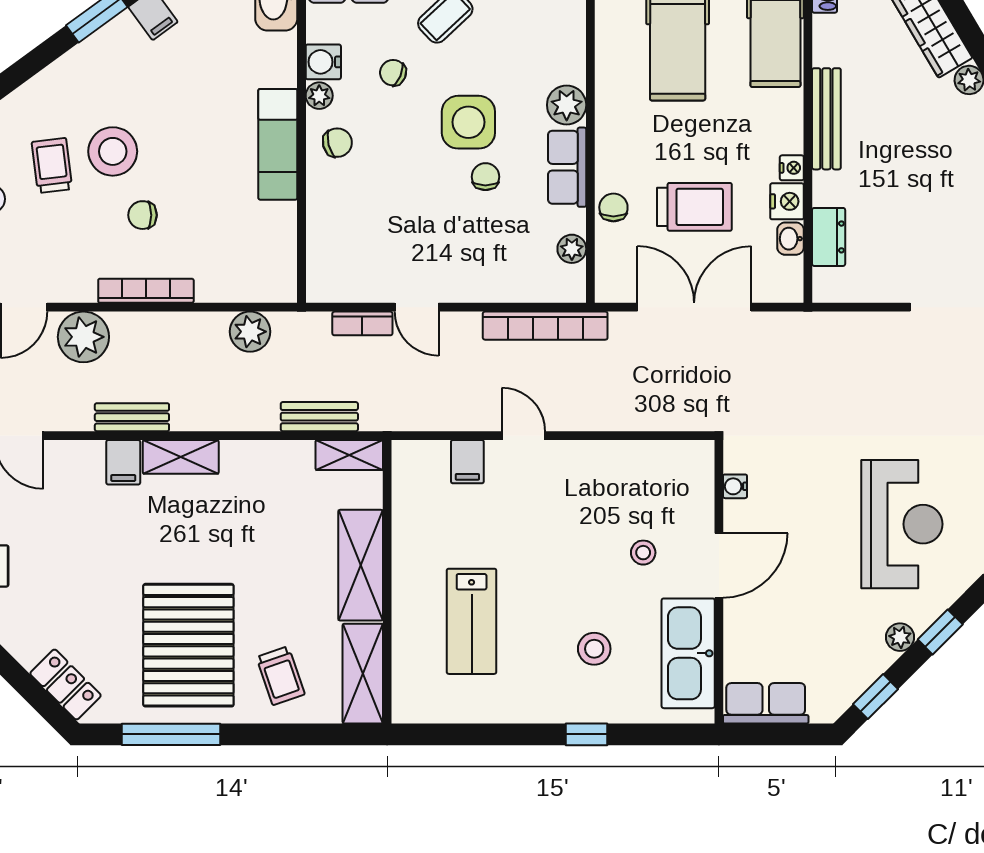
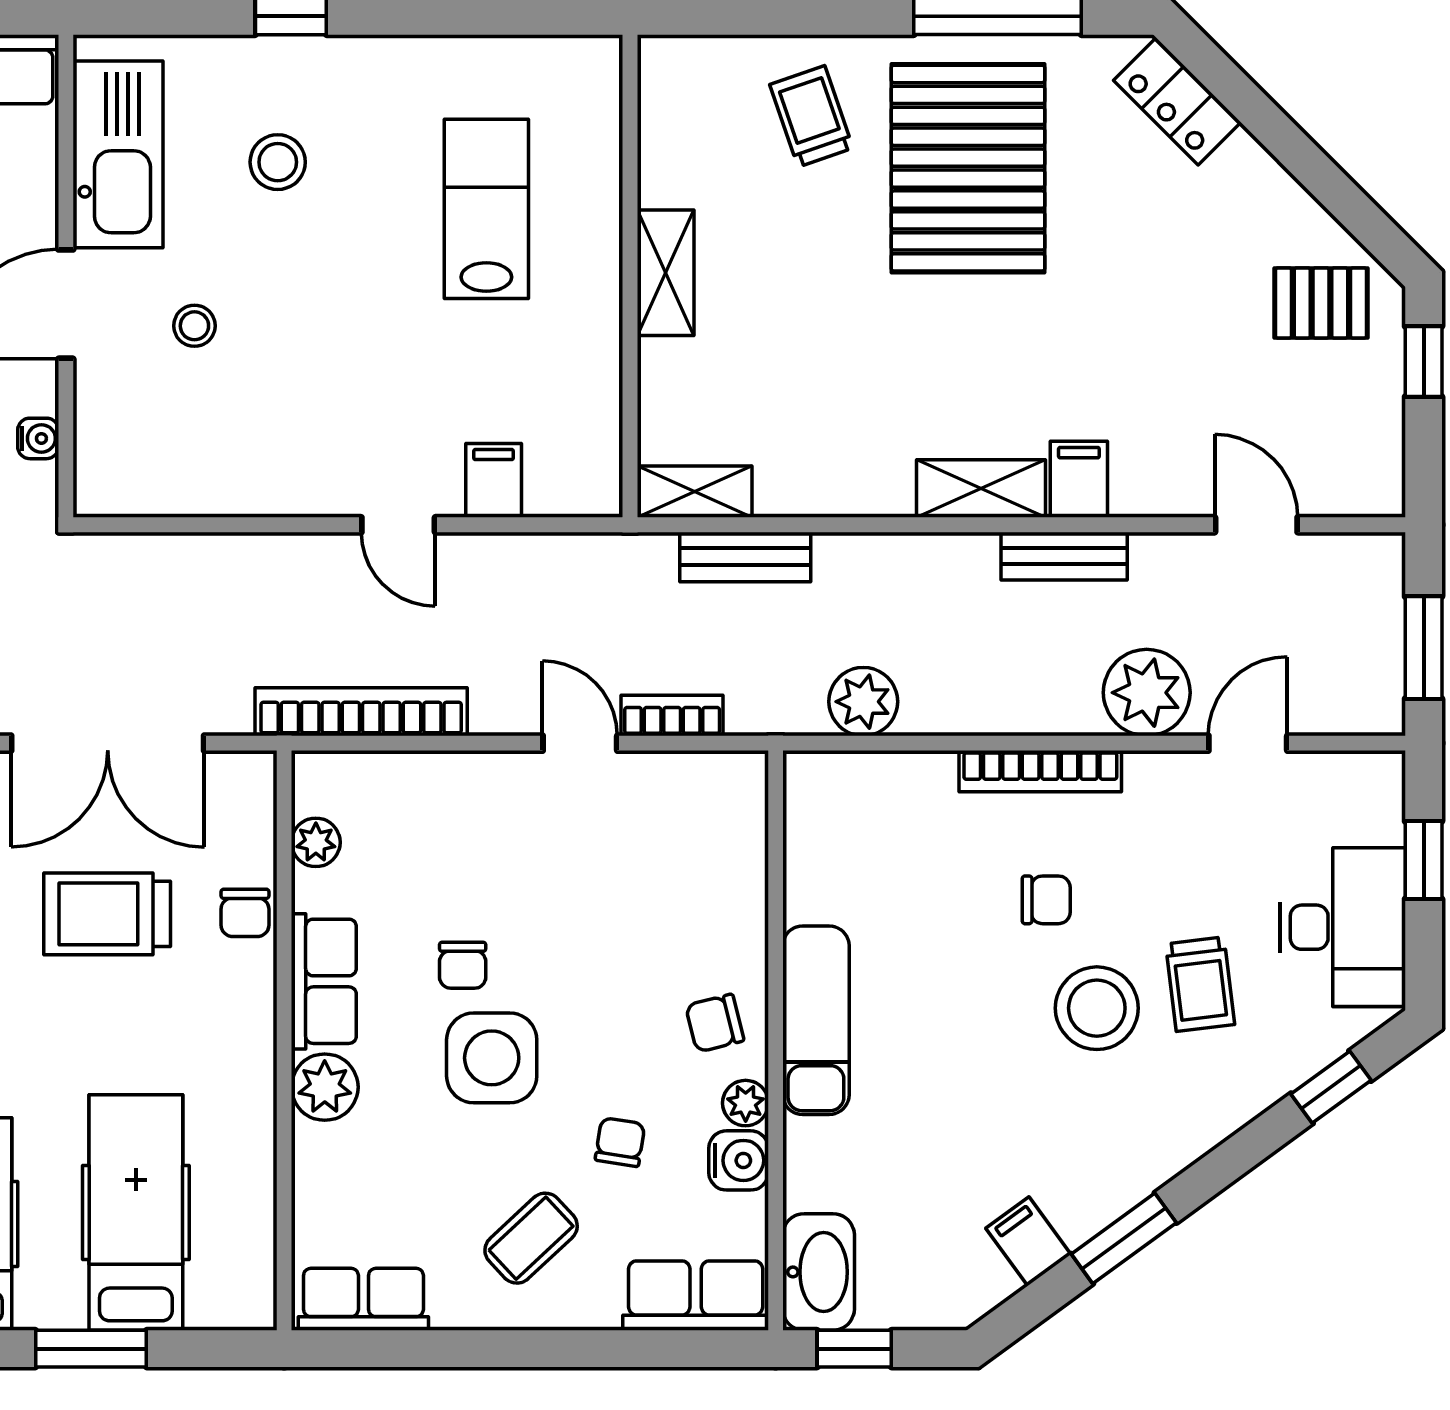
chair: (393, 73) -> (620, 1142), turned -104
shelving: (361, 565) -> (666, 273), width x0.67, depth x0.75
shelving: (363, 674) -> (671, 120), removed

